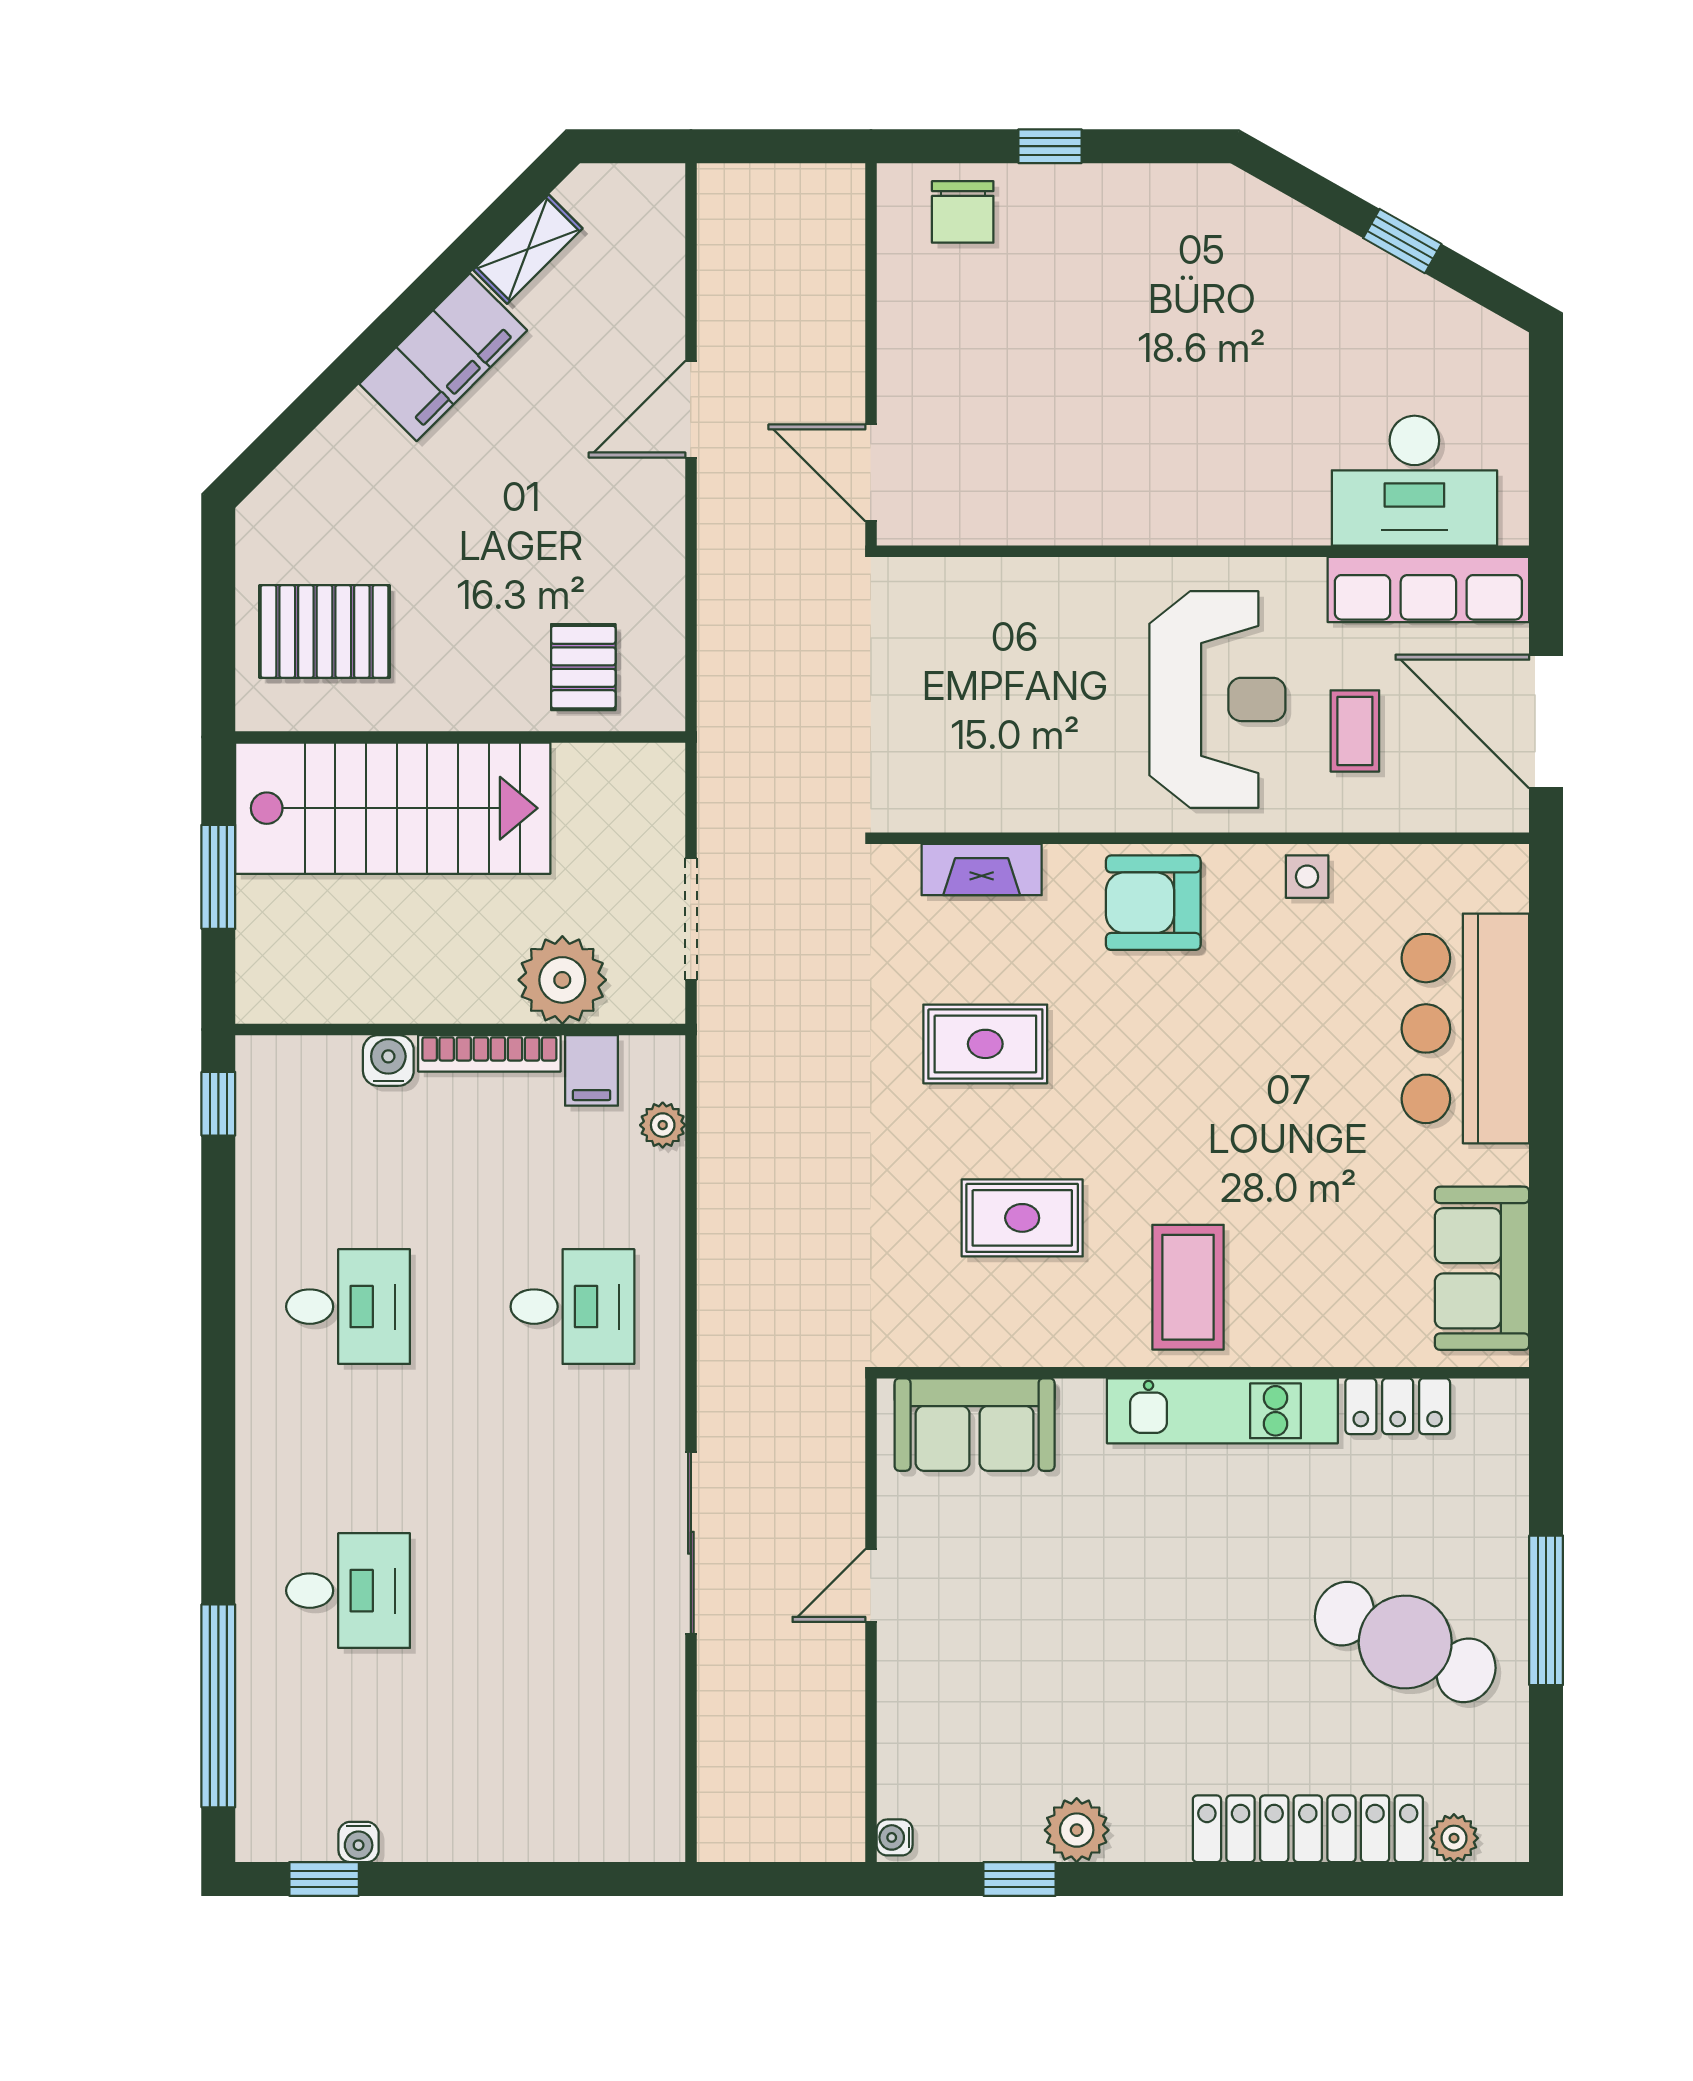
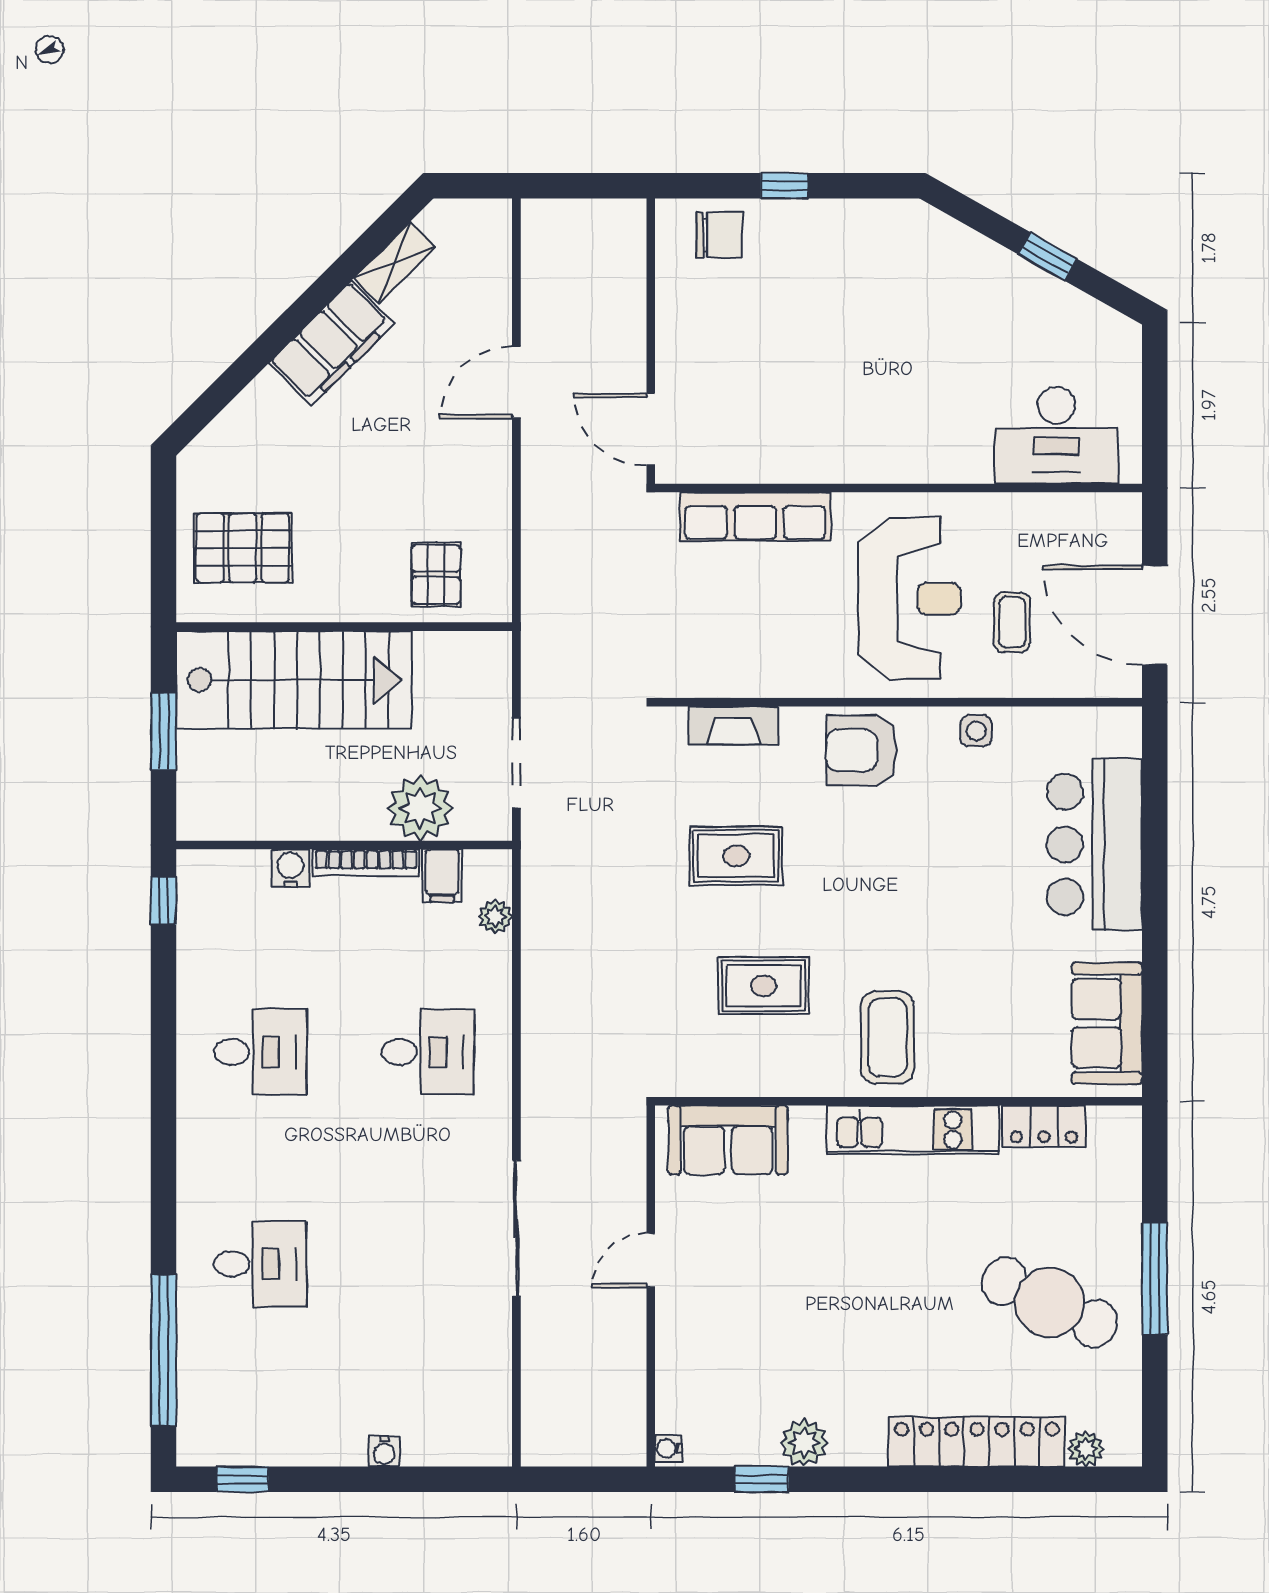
chair: (963, 212) -> (719, 235), turned -90
row of seats: (1428, 589) -> (755, 517), moved
water cooler: (359, 1842) -> (384, 1452), moved

